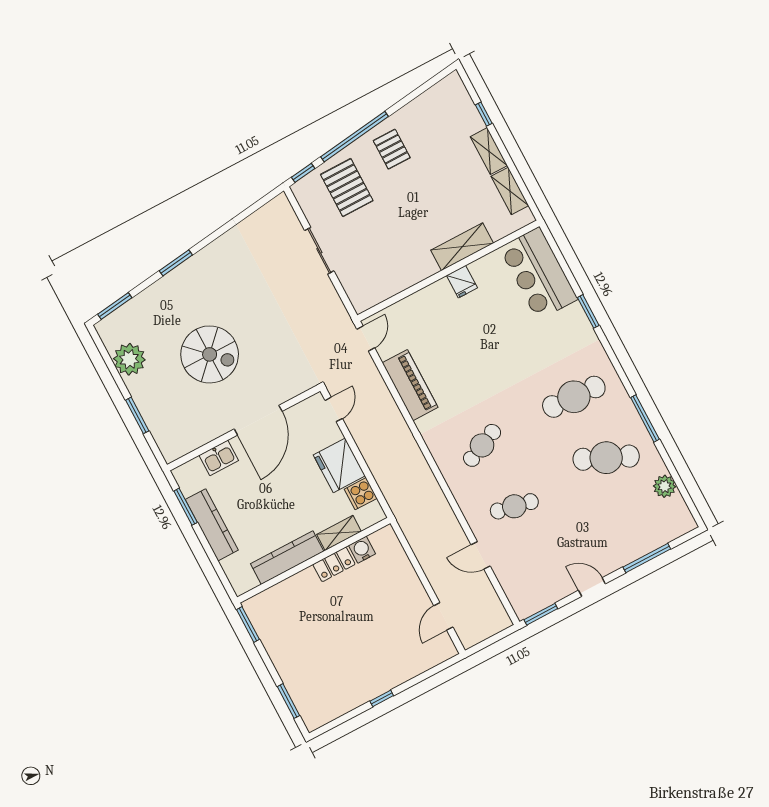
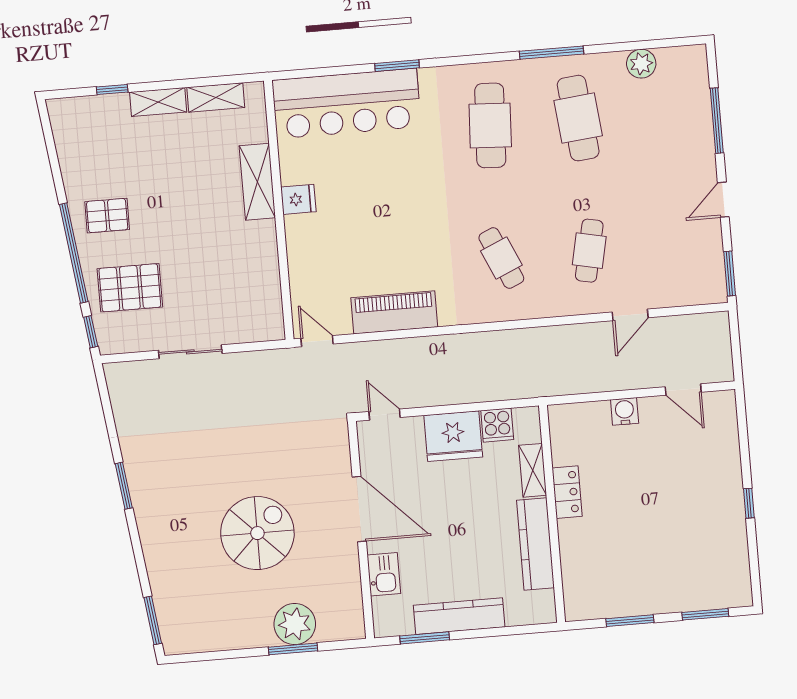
window: (176, 263) -> (124, 486), moved
bar counter: (539, 273) -> (347, 103), width x1.36
plant: (129, 359) -> (295, 624), moved
cafe table: (606, 458) -> (578, 118), turned -30
water cooler: (362, 550) -> (625, 411), moved, turned 90
window: (248, 624) -> (630, 621), moved

